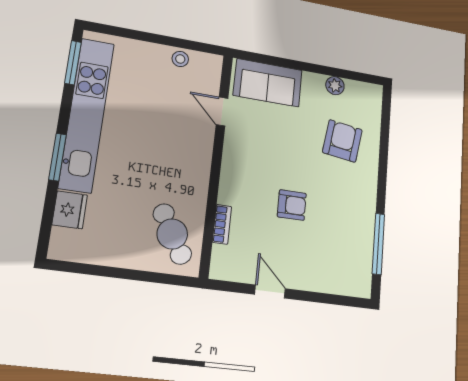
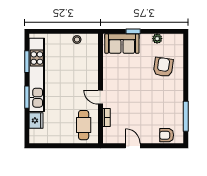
window: (73, 63) -> (27, 62), moved
window: (291, 64) -> (133, 31), added
door: (222, 111) -> (100, 97), moved
armchair: (292, 205) -> (167, 135), moved, turned 180
cafe table: (172, 234) -> (84, 125), turned 30

